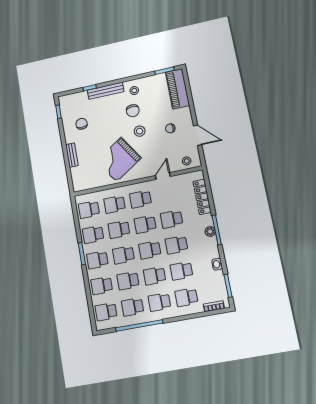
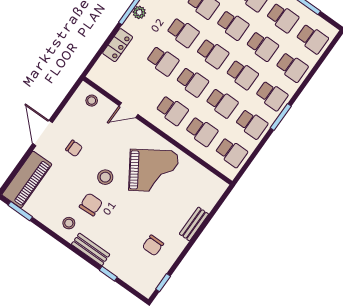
bench: (106, 91) -> (91, 249), width x0.73
door: (198, 135) -> (42, 133), moved
locker: (202, 197) -> (118, 45), width x0.66

